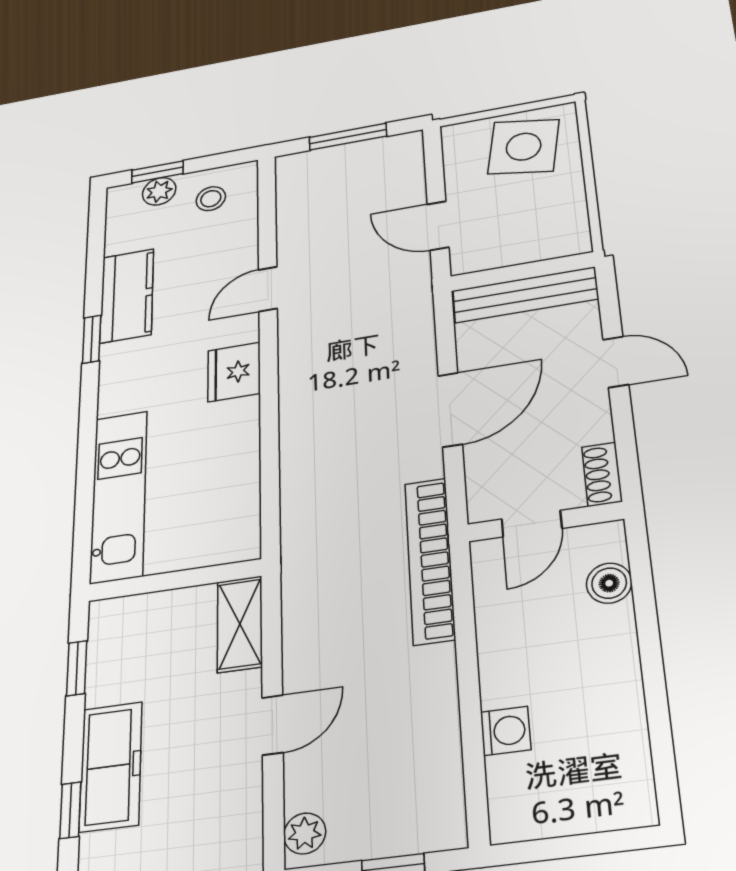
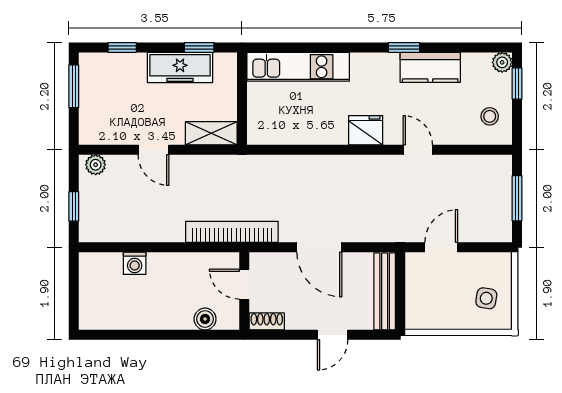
side table: (524, 147) -> (486, 298), width x0.54, depth x0.54
plant: (159, 191) -> (502, 62), moved
freezer: (111, 766) -> (180, 67), moved

